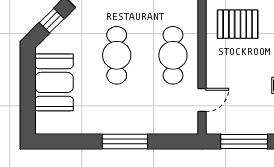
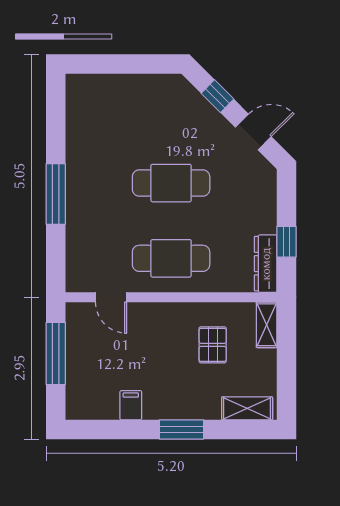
pallet: (238, 24) -> (213, 345), width x0.67, depth x0.71
booth: (54, 82) -> (135, 99), removed

